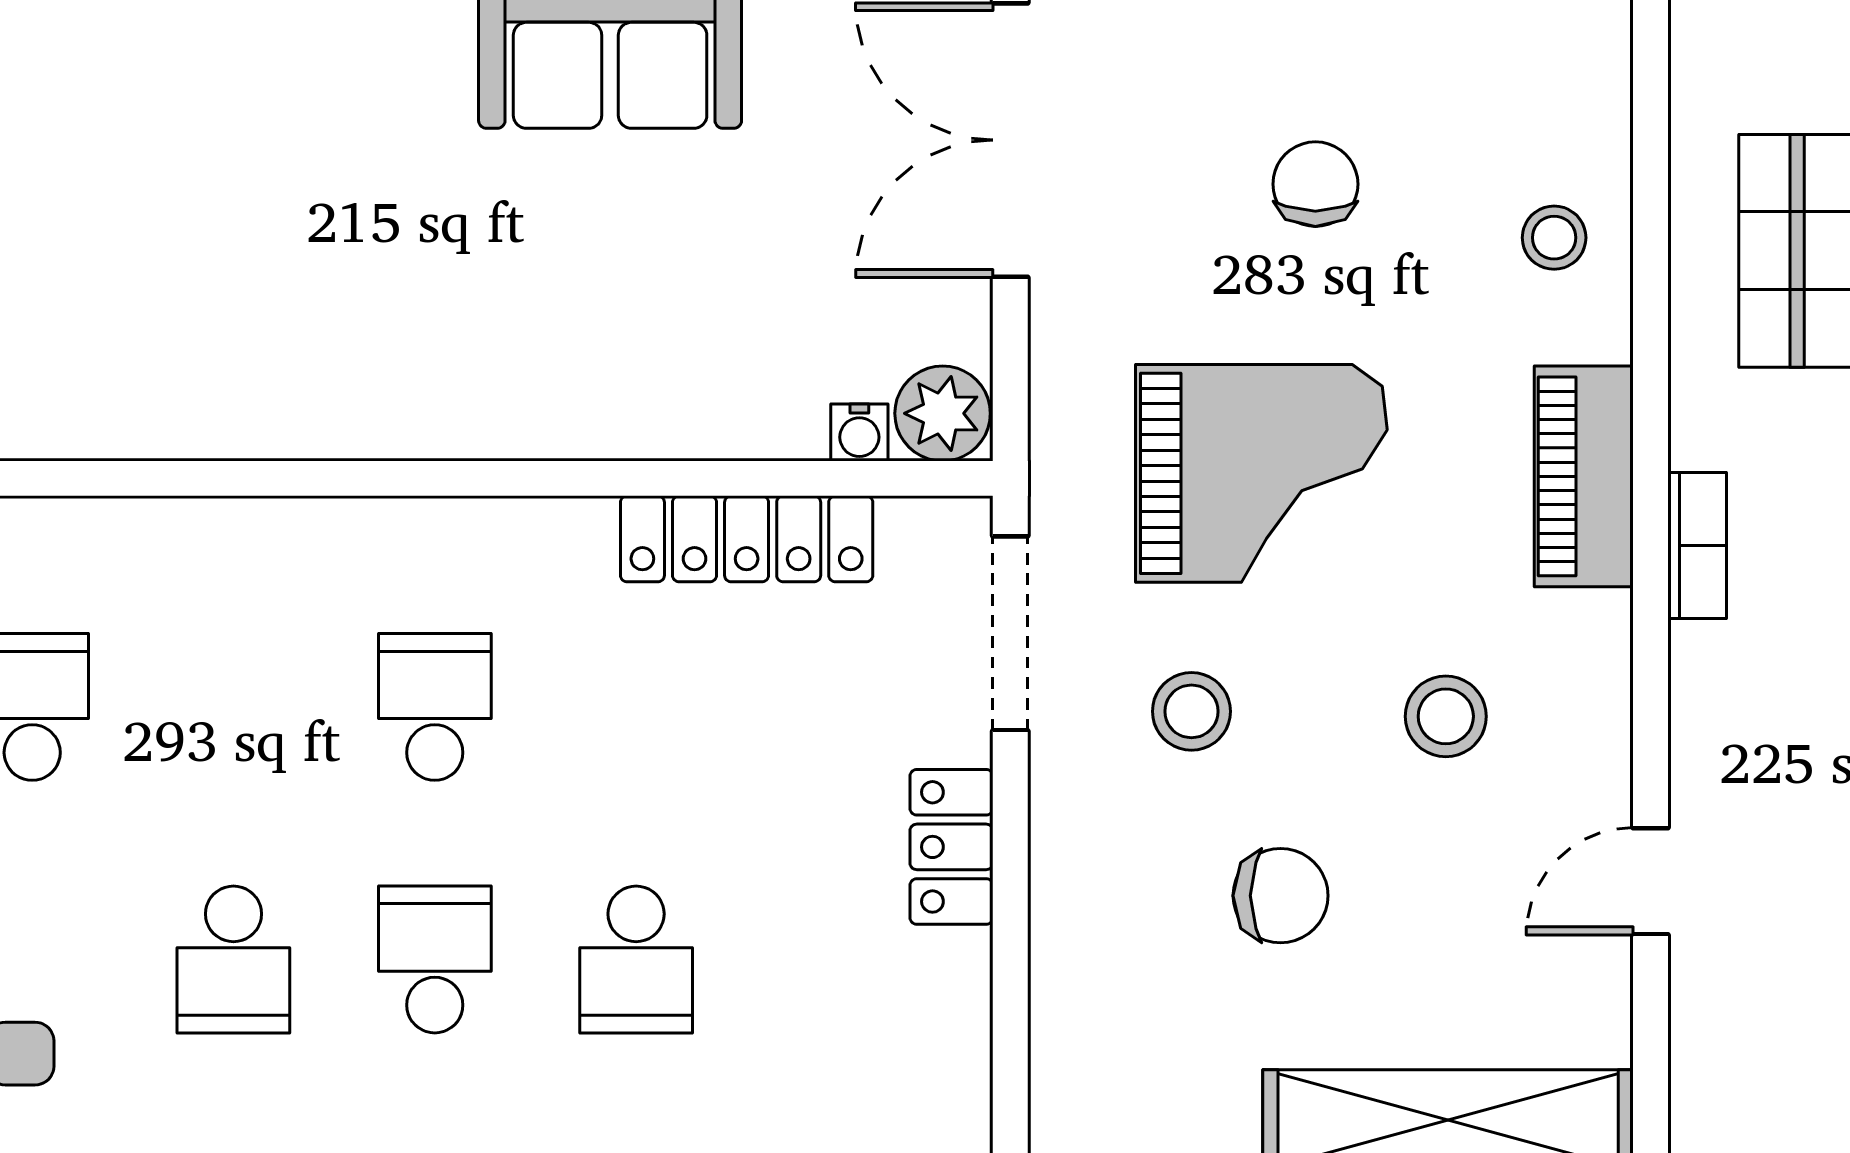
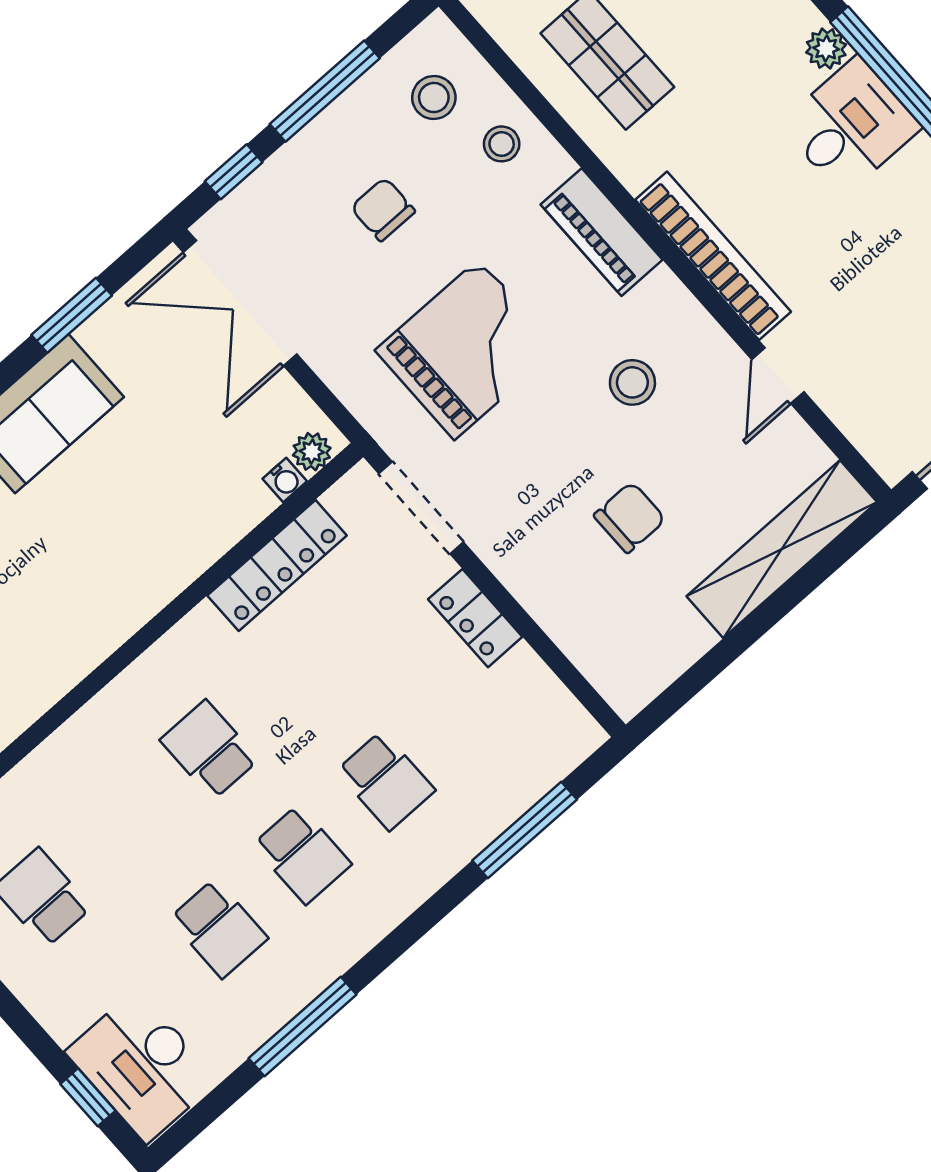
plant: (943, 413) -> (312, 452), width x0.73, depth x0.73
bookcase: (1697, 546) -> (713, 256), width x2.31, depth x1.31
stool: (1191, 711) -> (434, 97), moved
school desk: (435, 959) -> (302, 855), turned 180

